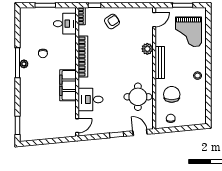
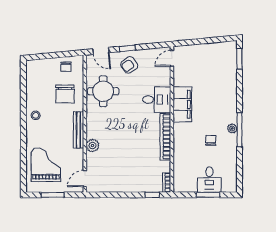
armchair: (112, 21) -> (129, 65), moved
desk: (65, 24) -> (209, 180), moved, turned -90
desk: (91, 99) -> (157, 100), moved

